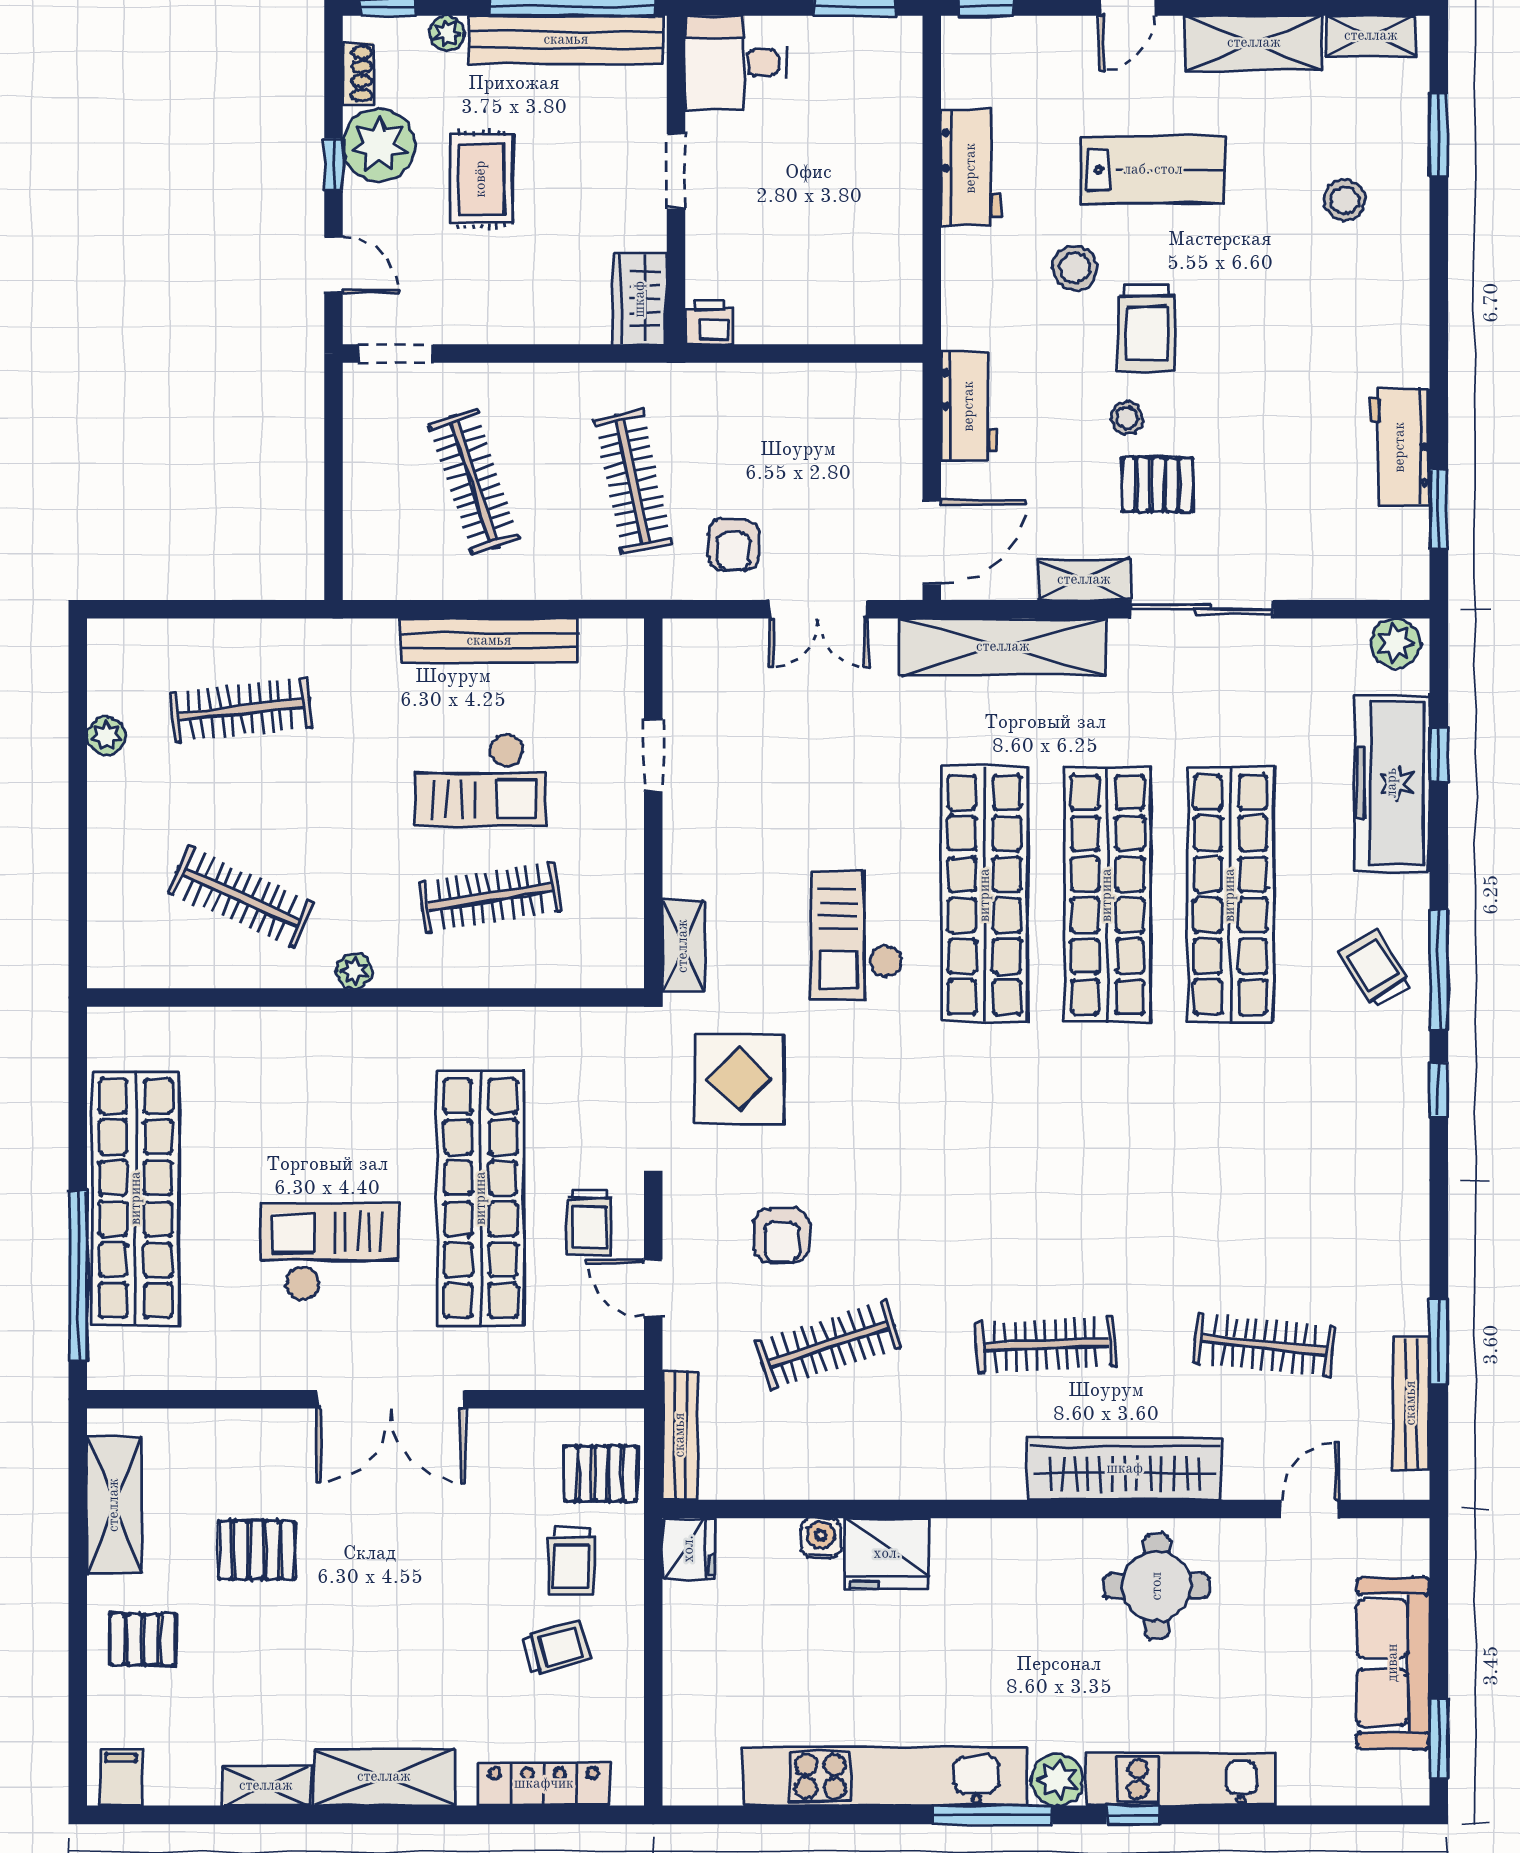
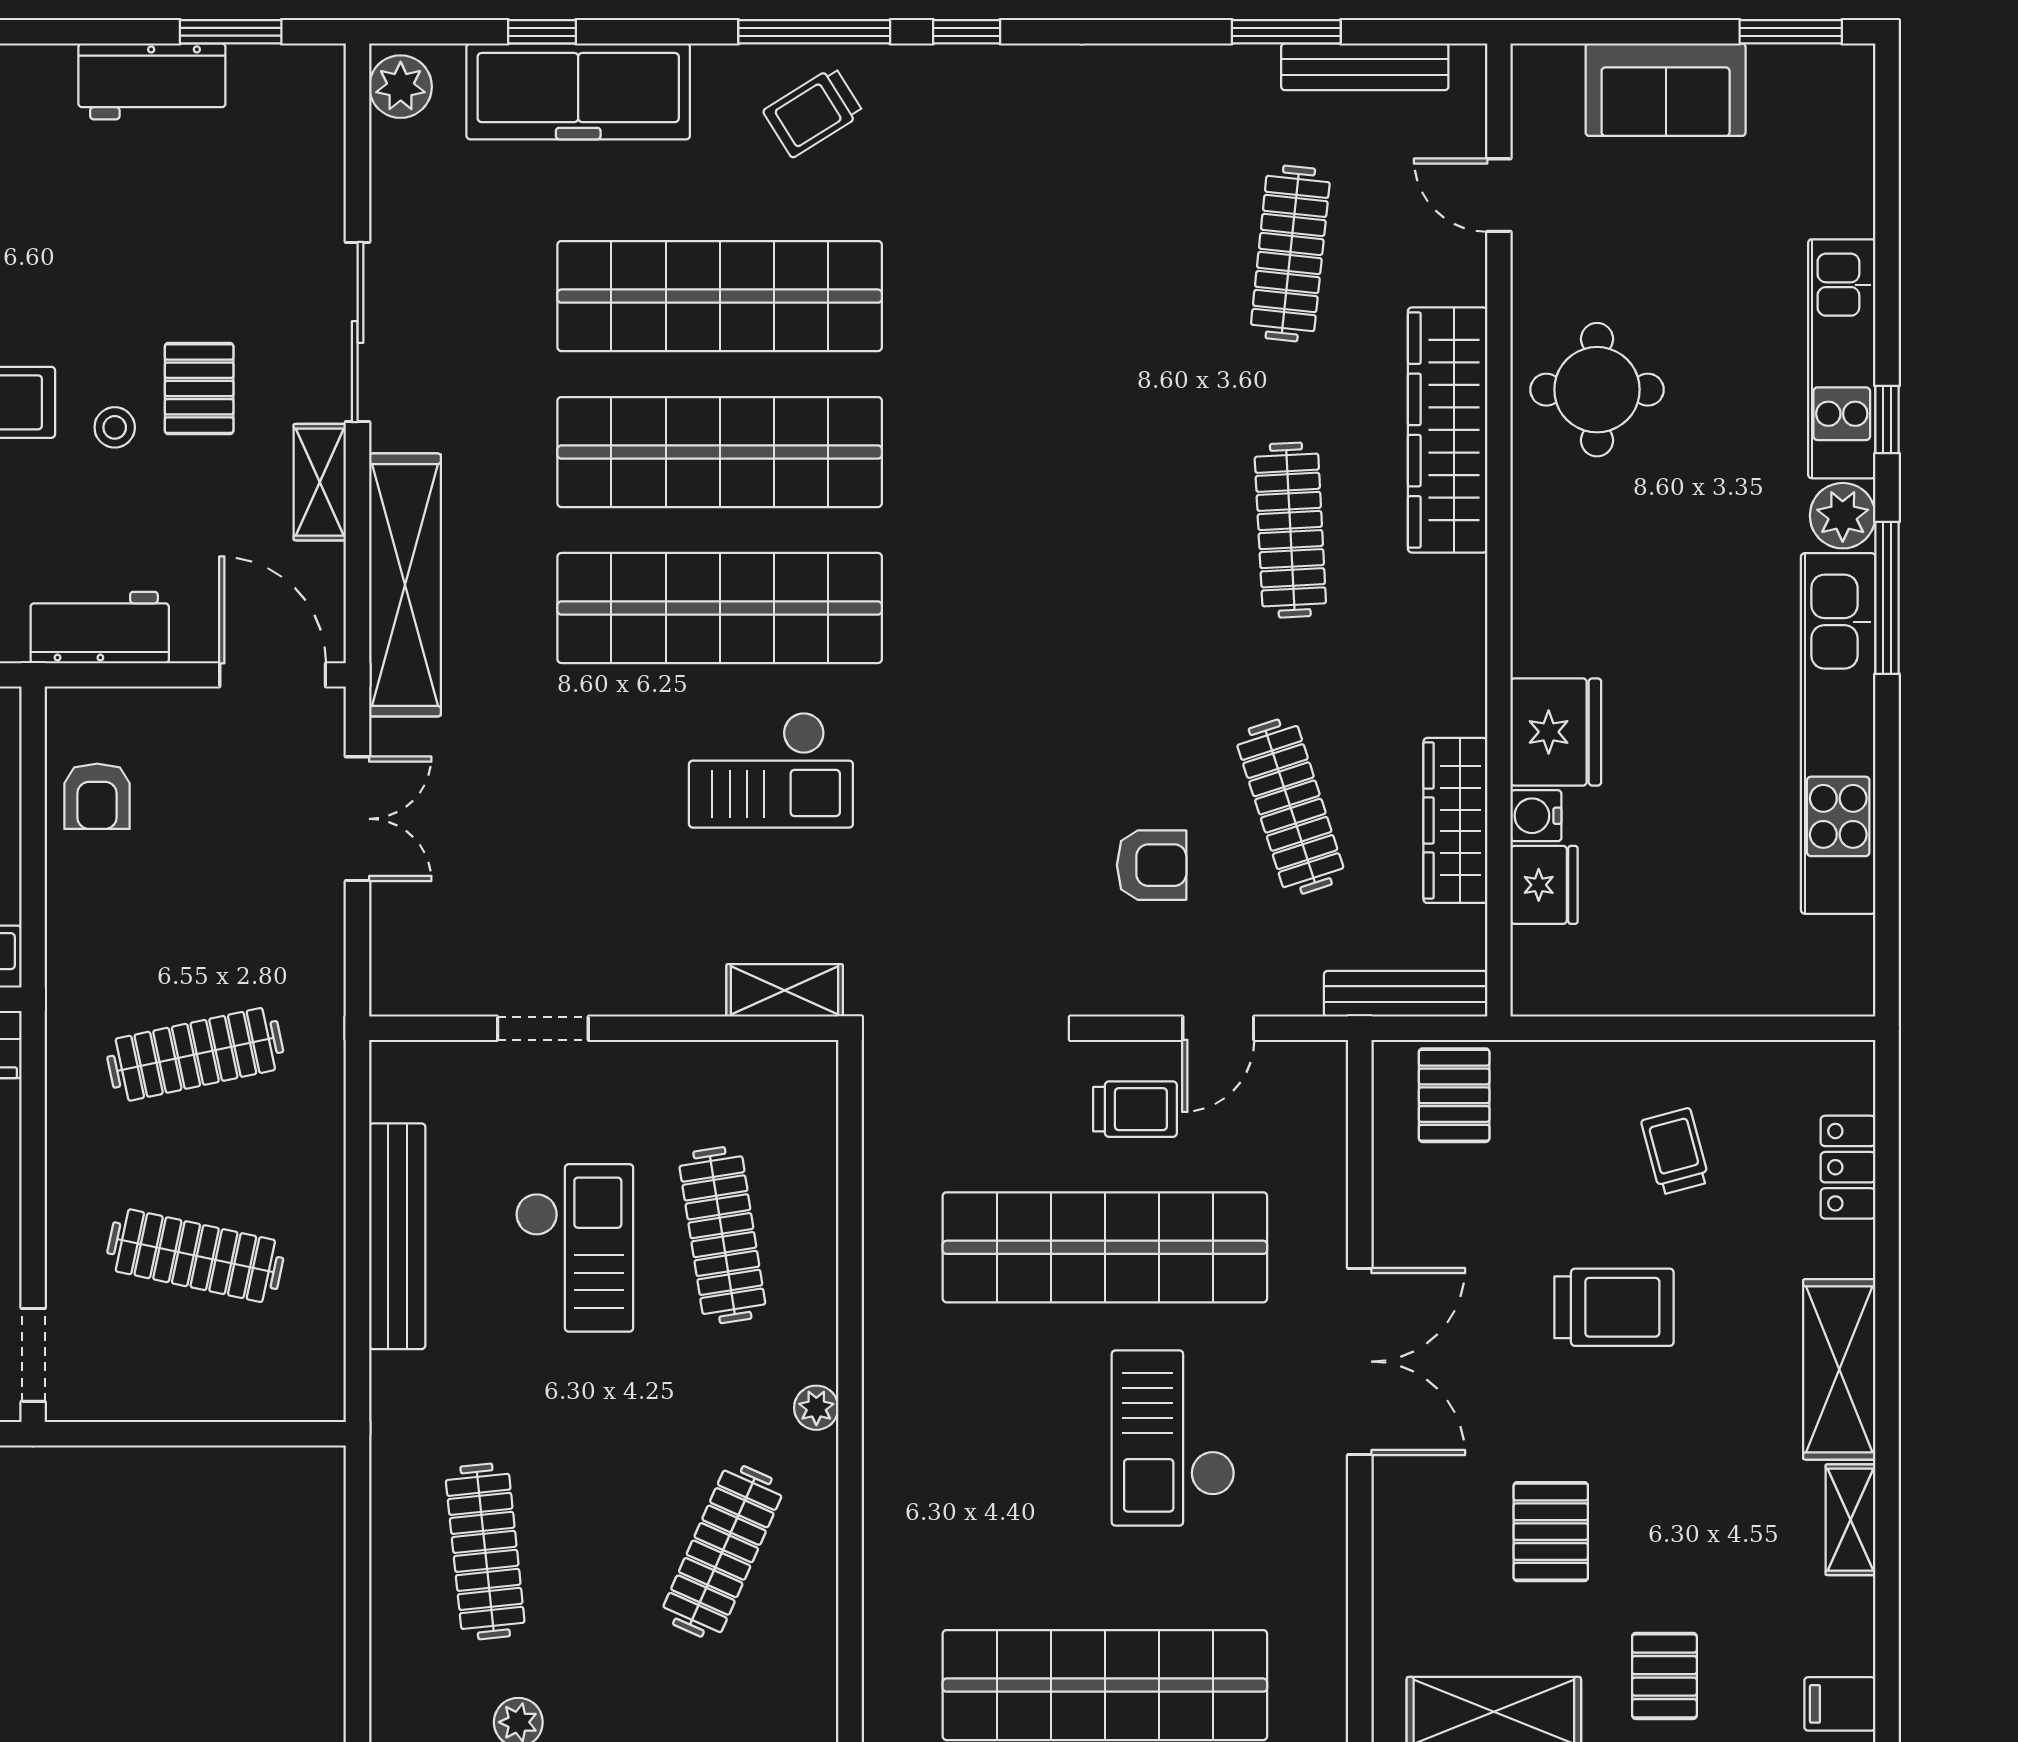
clothes rail: (474, 481) -> (195, 1256), turned 30
armchair: (734, 545) -> (97, 796), moved, turned 90
display table: (740, 1079) -> (954, 919), removed
wardrobe: (817, 1475) -> (1455, 820), added
fridge: (689, 1549) -> (1544, 885), moved, turned 90
trolley: (571, 1561) -> (1614, 1307), moved, width x1.36, depth x1.39
sofa: (1393, 1663) -> (1666, 90), width x0.73
locker: (544, 1784) -> (1848, 1167), width x0.66

